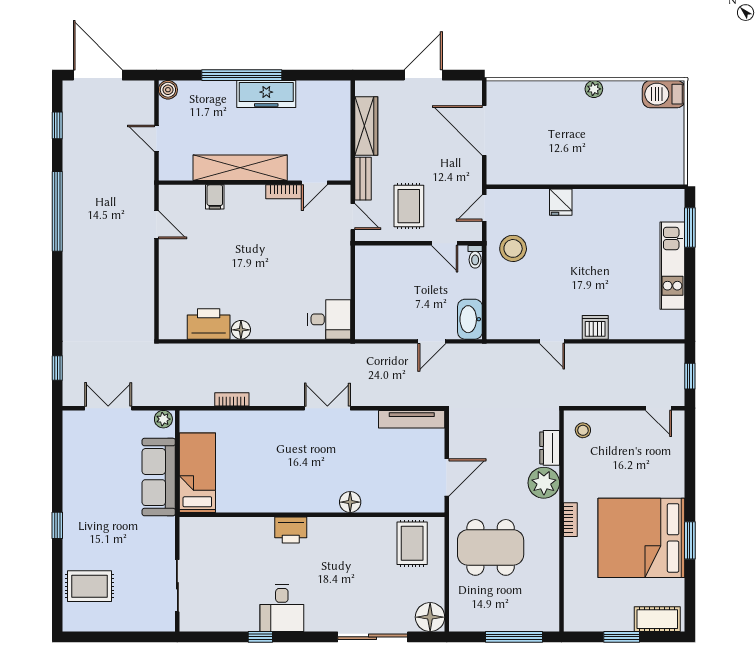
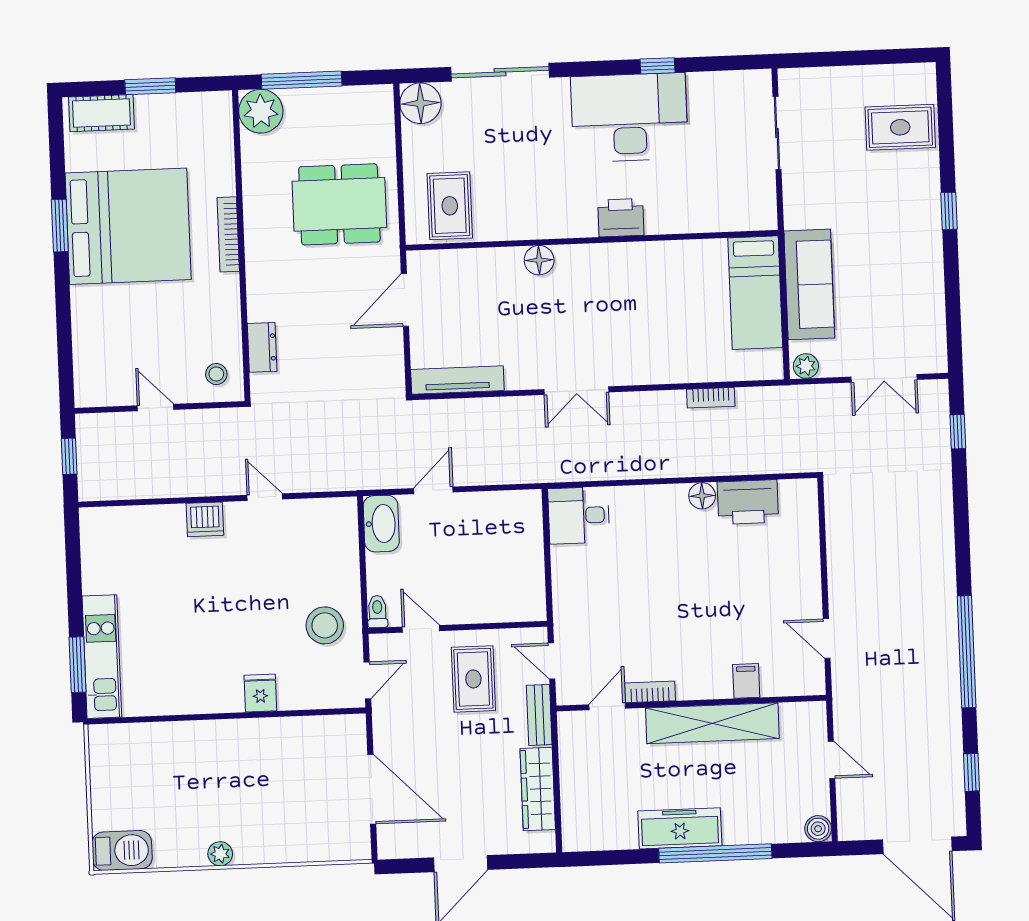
kitchen unit: (672, 266) -> (102, 657), moved
door: (659, 408) -> (155, 408), moved
plant: (544, 483) -> (261, 111), moved
bookcase: (570, 520) -> (228, 234), width x1.56
desk: (282, 608) -> (629, 117), width x1.87, depth x1.30

